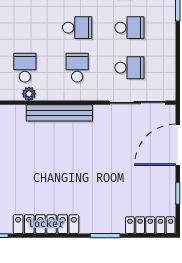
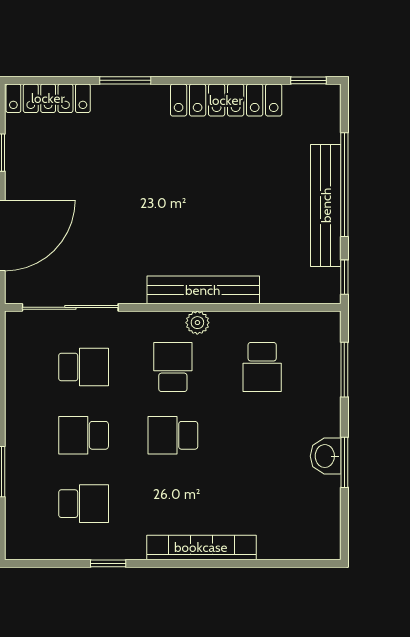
school desk: (77, 68) -> (173, 367), turned 180
school desk: (129, 68) -> (84, 367), turned 180
plant: (29, 94) -> (197, 323), moved

